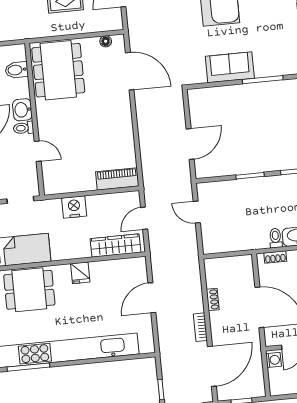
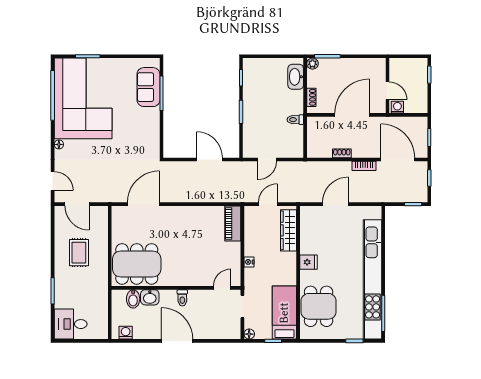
floor lamp: (106, 41) -> (116, 222), removed
sofa: (230, 67) -> (148, 87), moved
washbasin: (22, 110) -> (150, 297), moved
door: (38, 151) -> (222, 288), moved
nightstand: (74, 207) -> (249, 262), width x0.53, depth x0.56
door: (144, 218) -> (268, 204), swing flipped
toilet: (275, 238) -> (295, 120), moved
door: (152, 298) -> (335, 204), swing flipped

